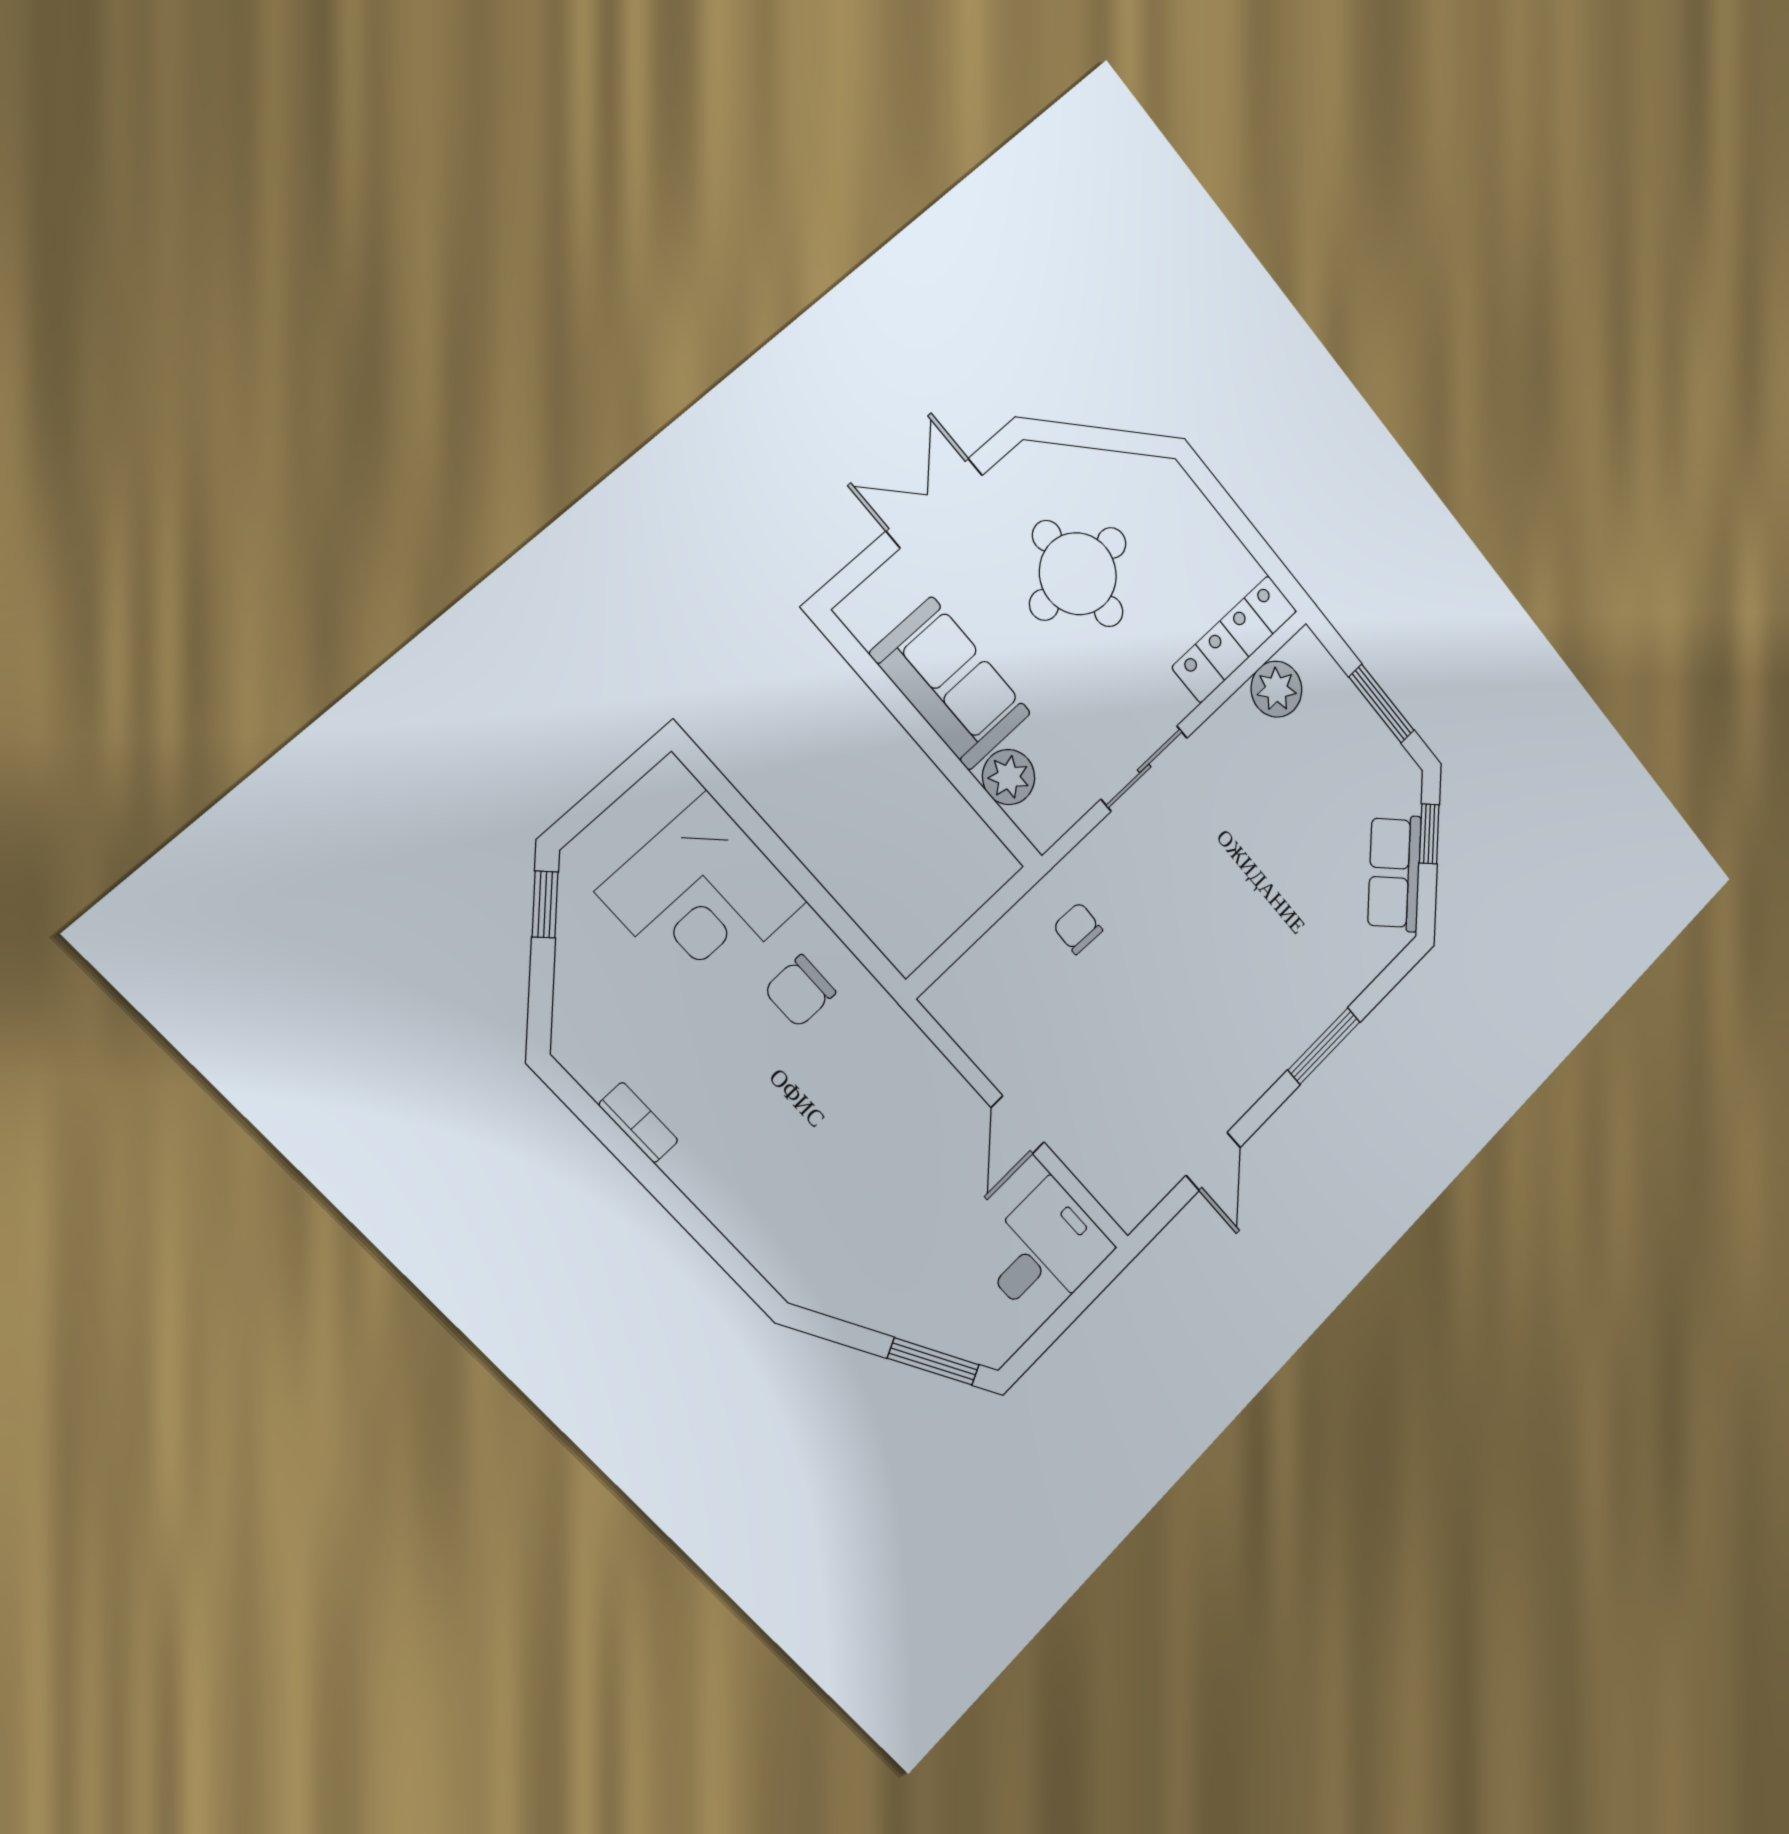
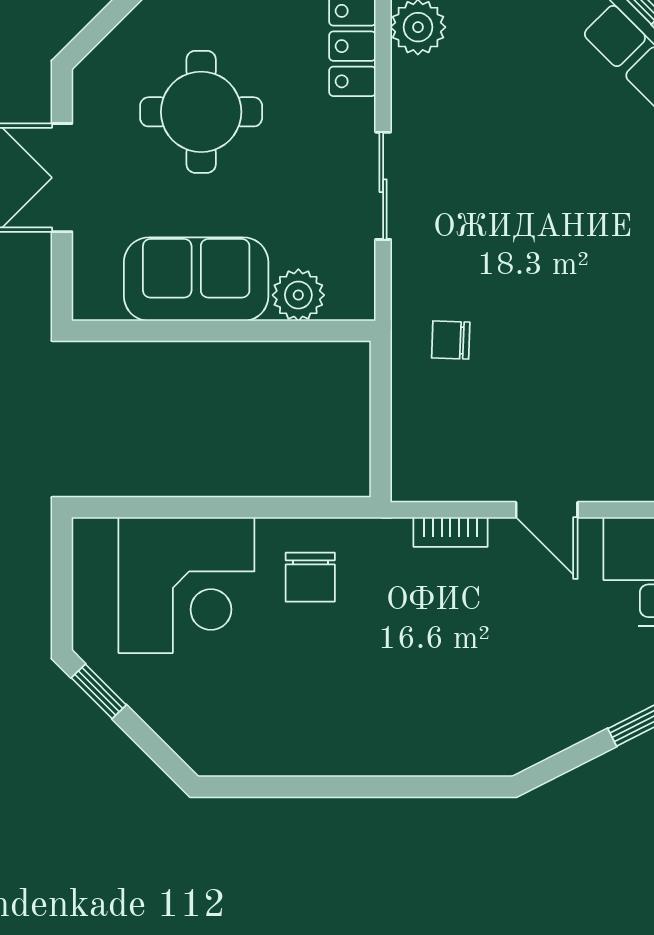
bookcase: (638, 1123) -> (450, 532), moved, turned 180

